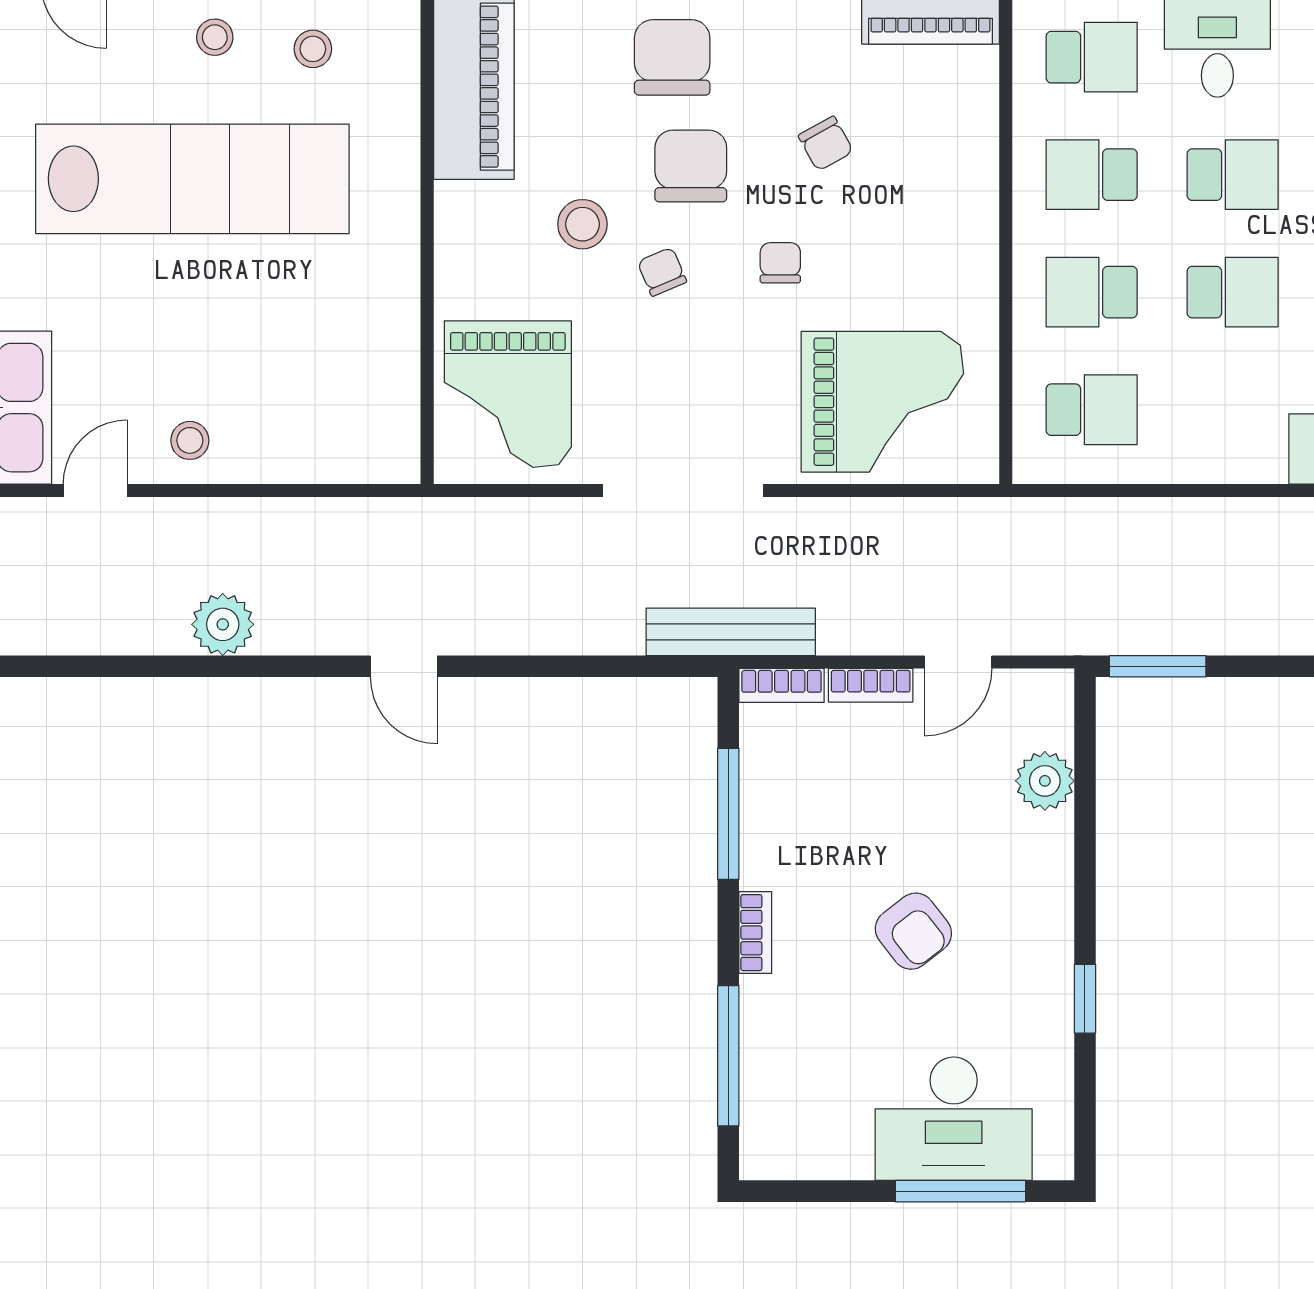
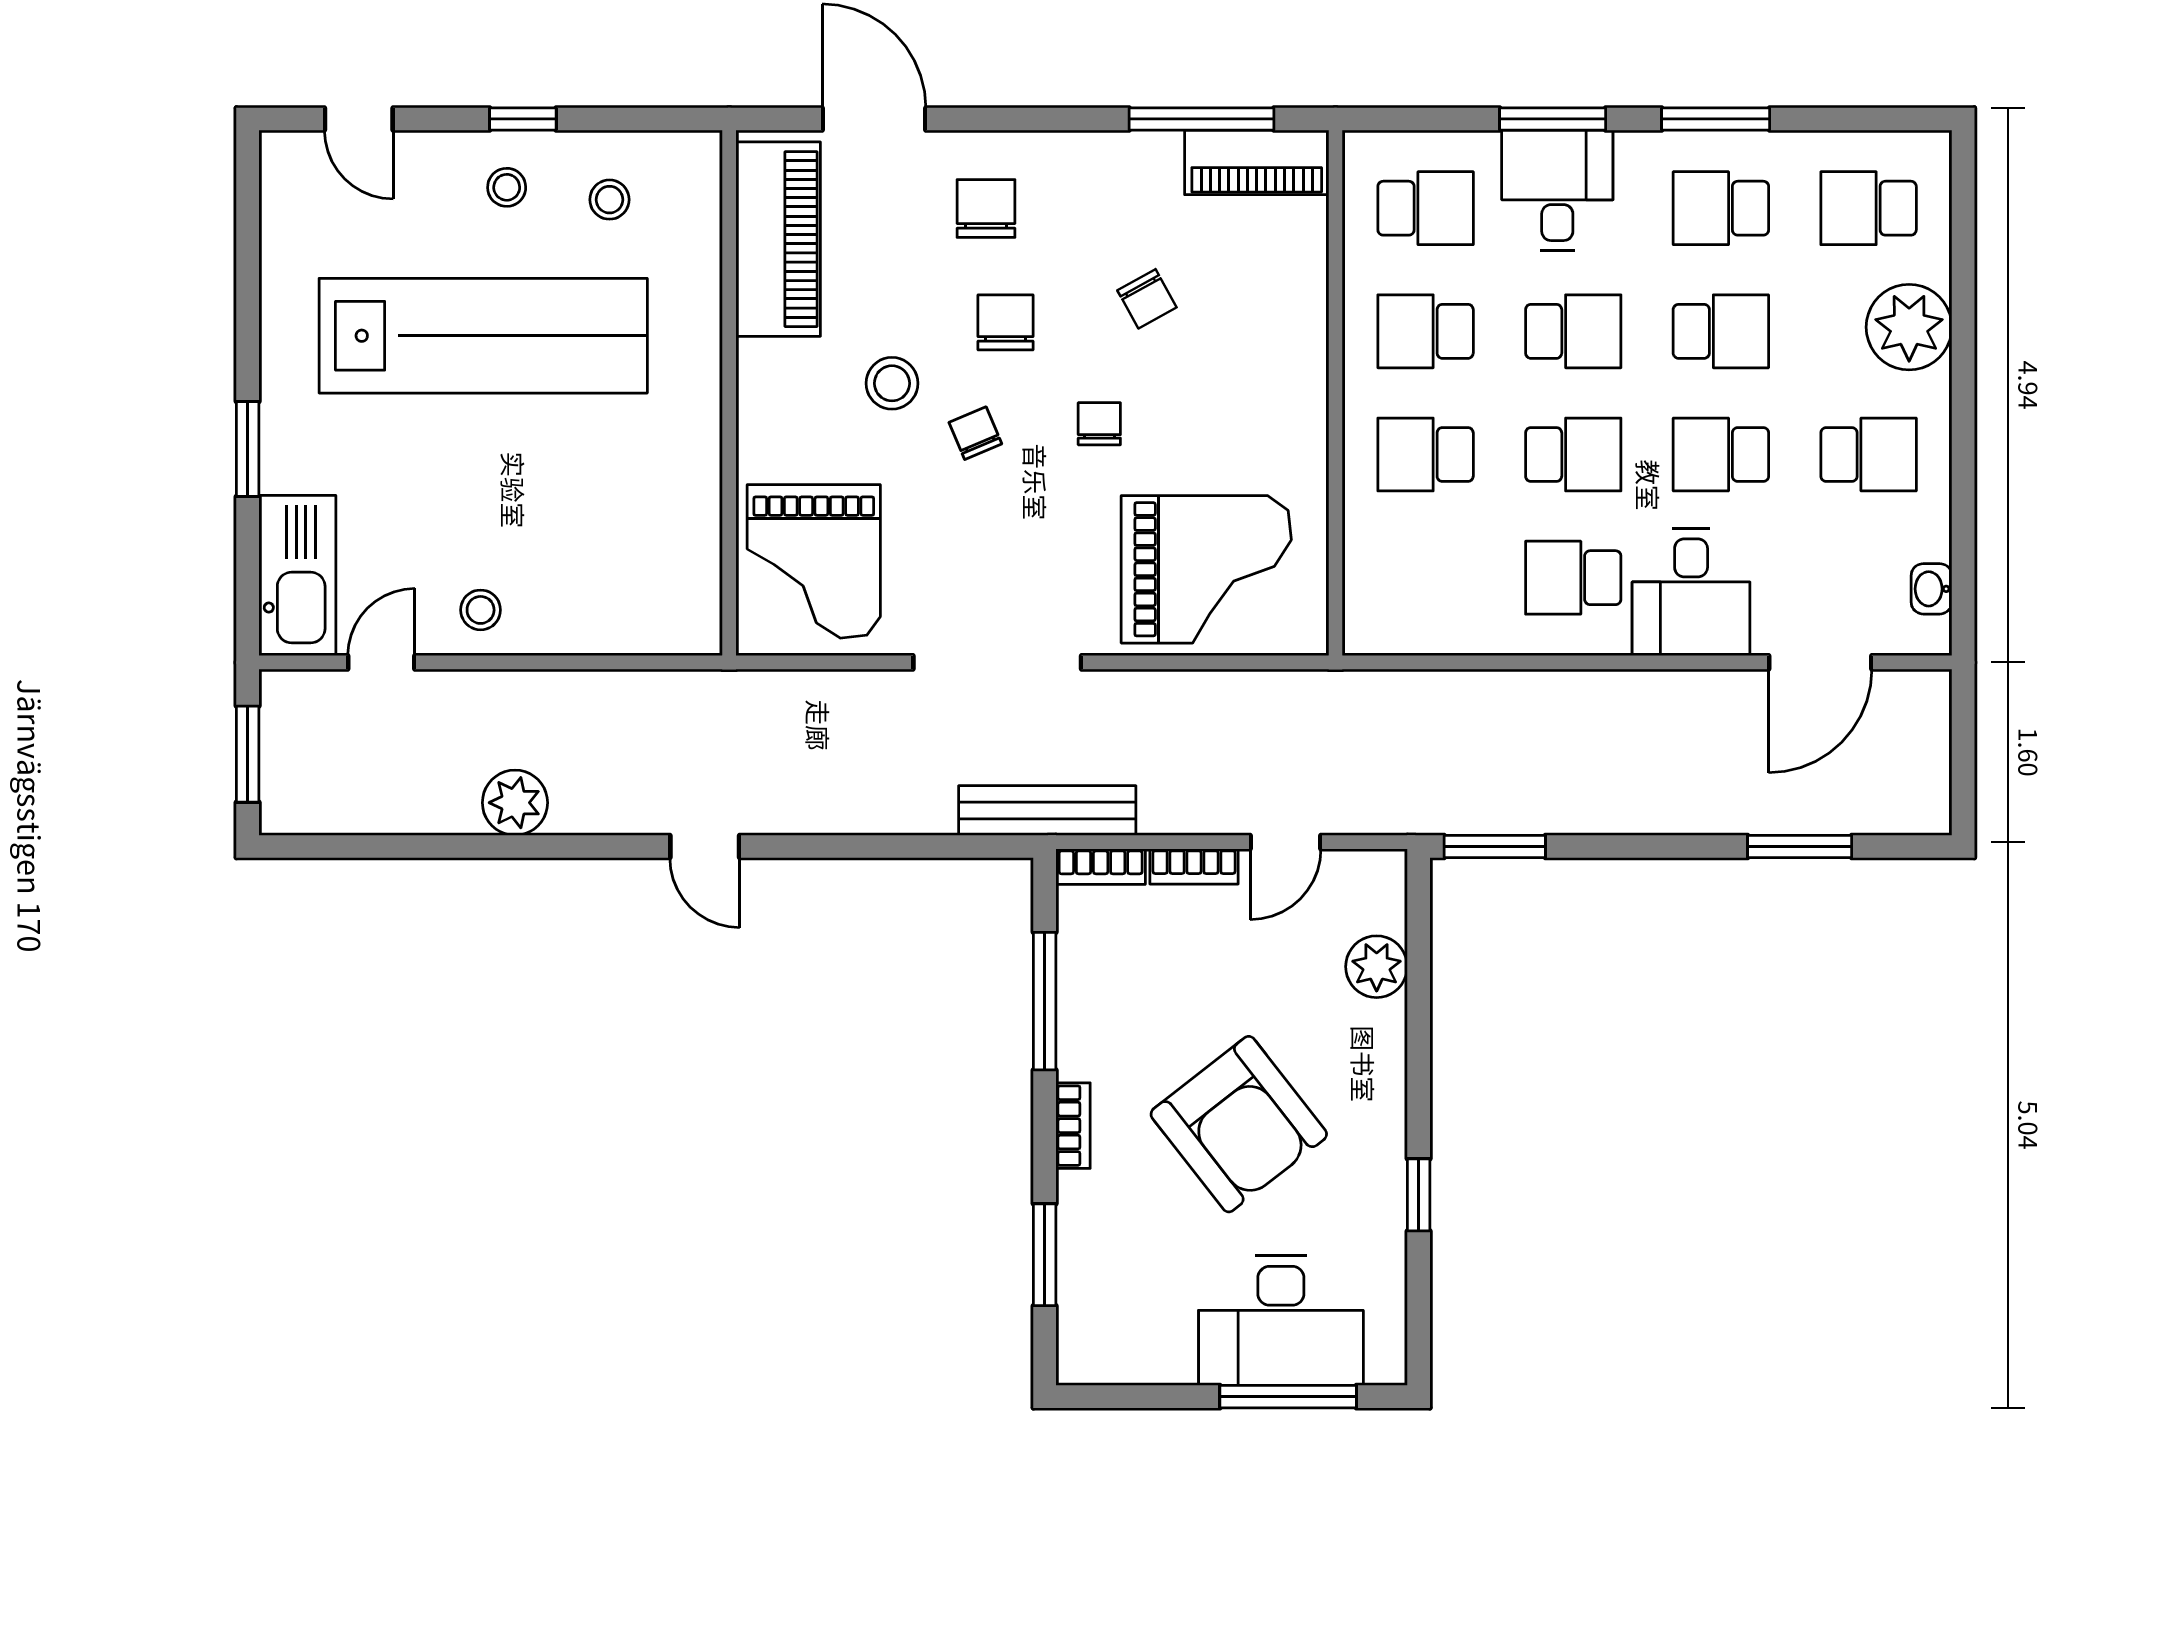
chair: (672, 57) -> (986, 209), width x0.73, depth x0.73
chair: (691, 166) -> (1005, 322), width x0.73, depth x0.73
school desk: (1092, 410) -> (1573, 578), moved, turned 180
armchair: (913, 931) -> (1239, 1124), width x1.88, depth x1.88
window: (728, 1056) -> (1045, 1255), width x0.69

